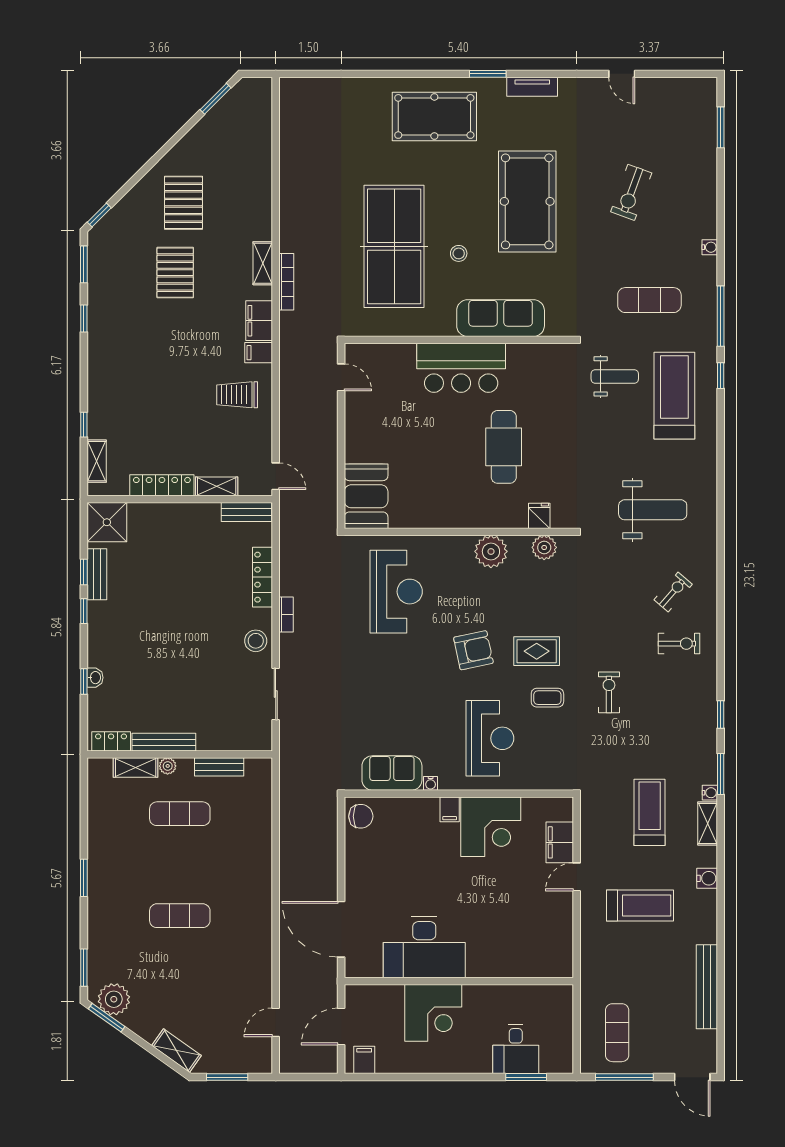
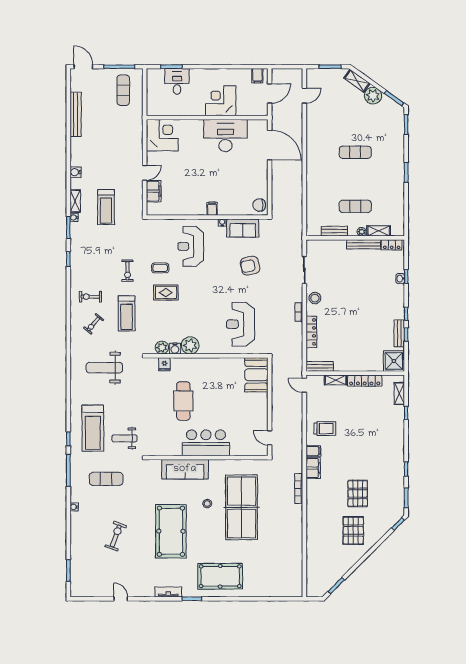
shelving: (263, 263) -> (311, 498), removed
water cooler: (520, 546) -> (175, 349), added
armchair: (473, 650) -> (250, 266), moved
corner desk: (491, 827) -> (162, 135), moved, turned 90
treadmill: (640, 906) -> (127, 313), moved, turned -90
plant: (114, 999) -> (373, 96), moved

